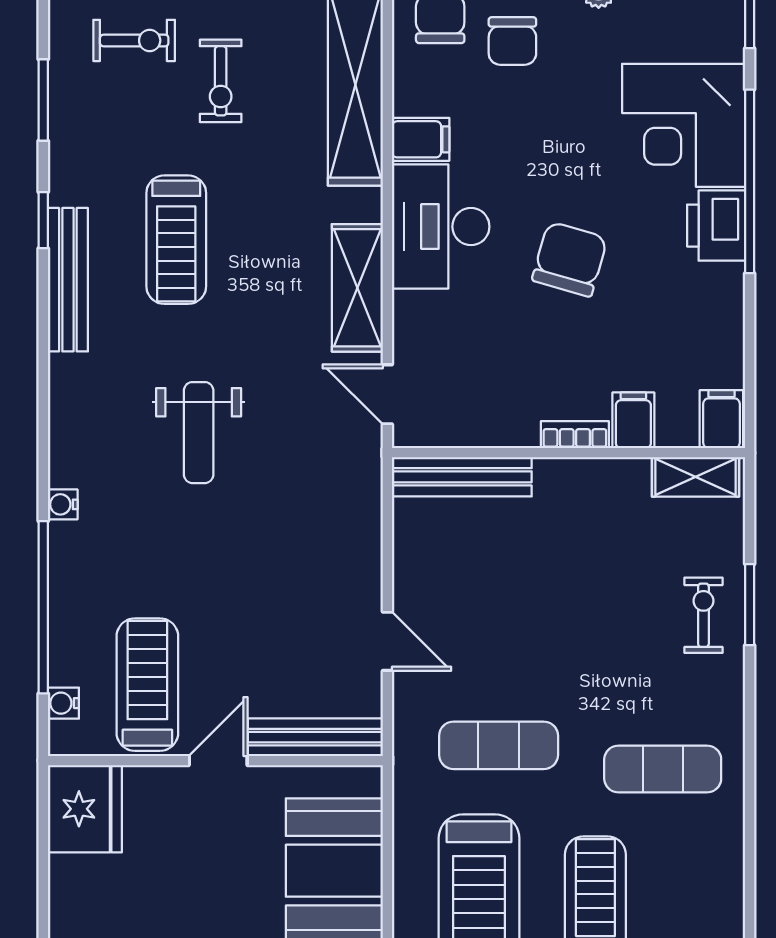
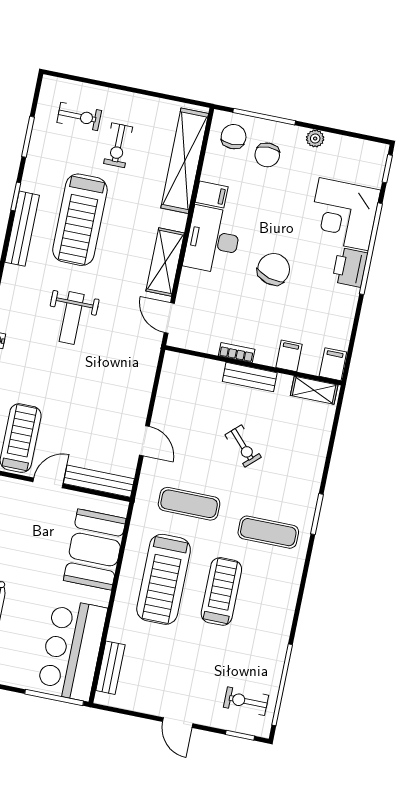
treadmill: (176, 240) -> (80, 220), width x1.37, depth x1.38
bookcase: (575, 435) -> (237, 353), moved
bench: (462, 477) -> (250, 377), moved, width x0.73
window: (750, 605) -> (317, 514), moved
exercise bike: (703, 615) -> (243, 446), moved, turned 137

